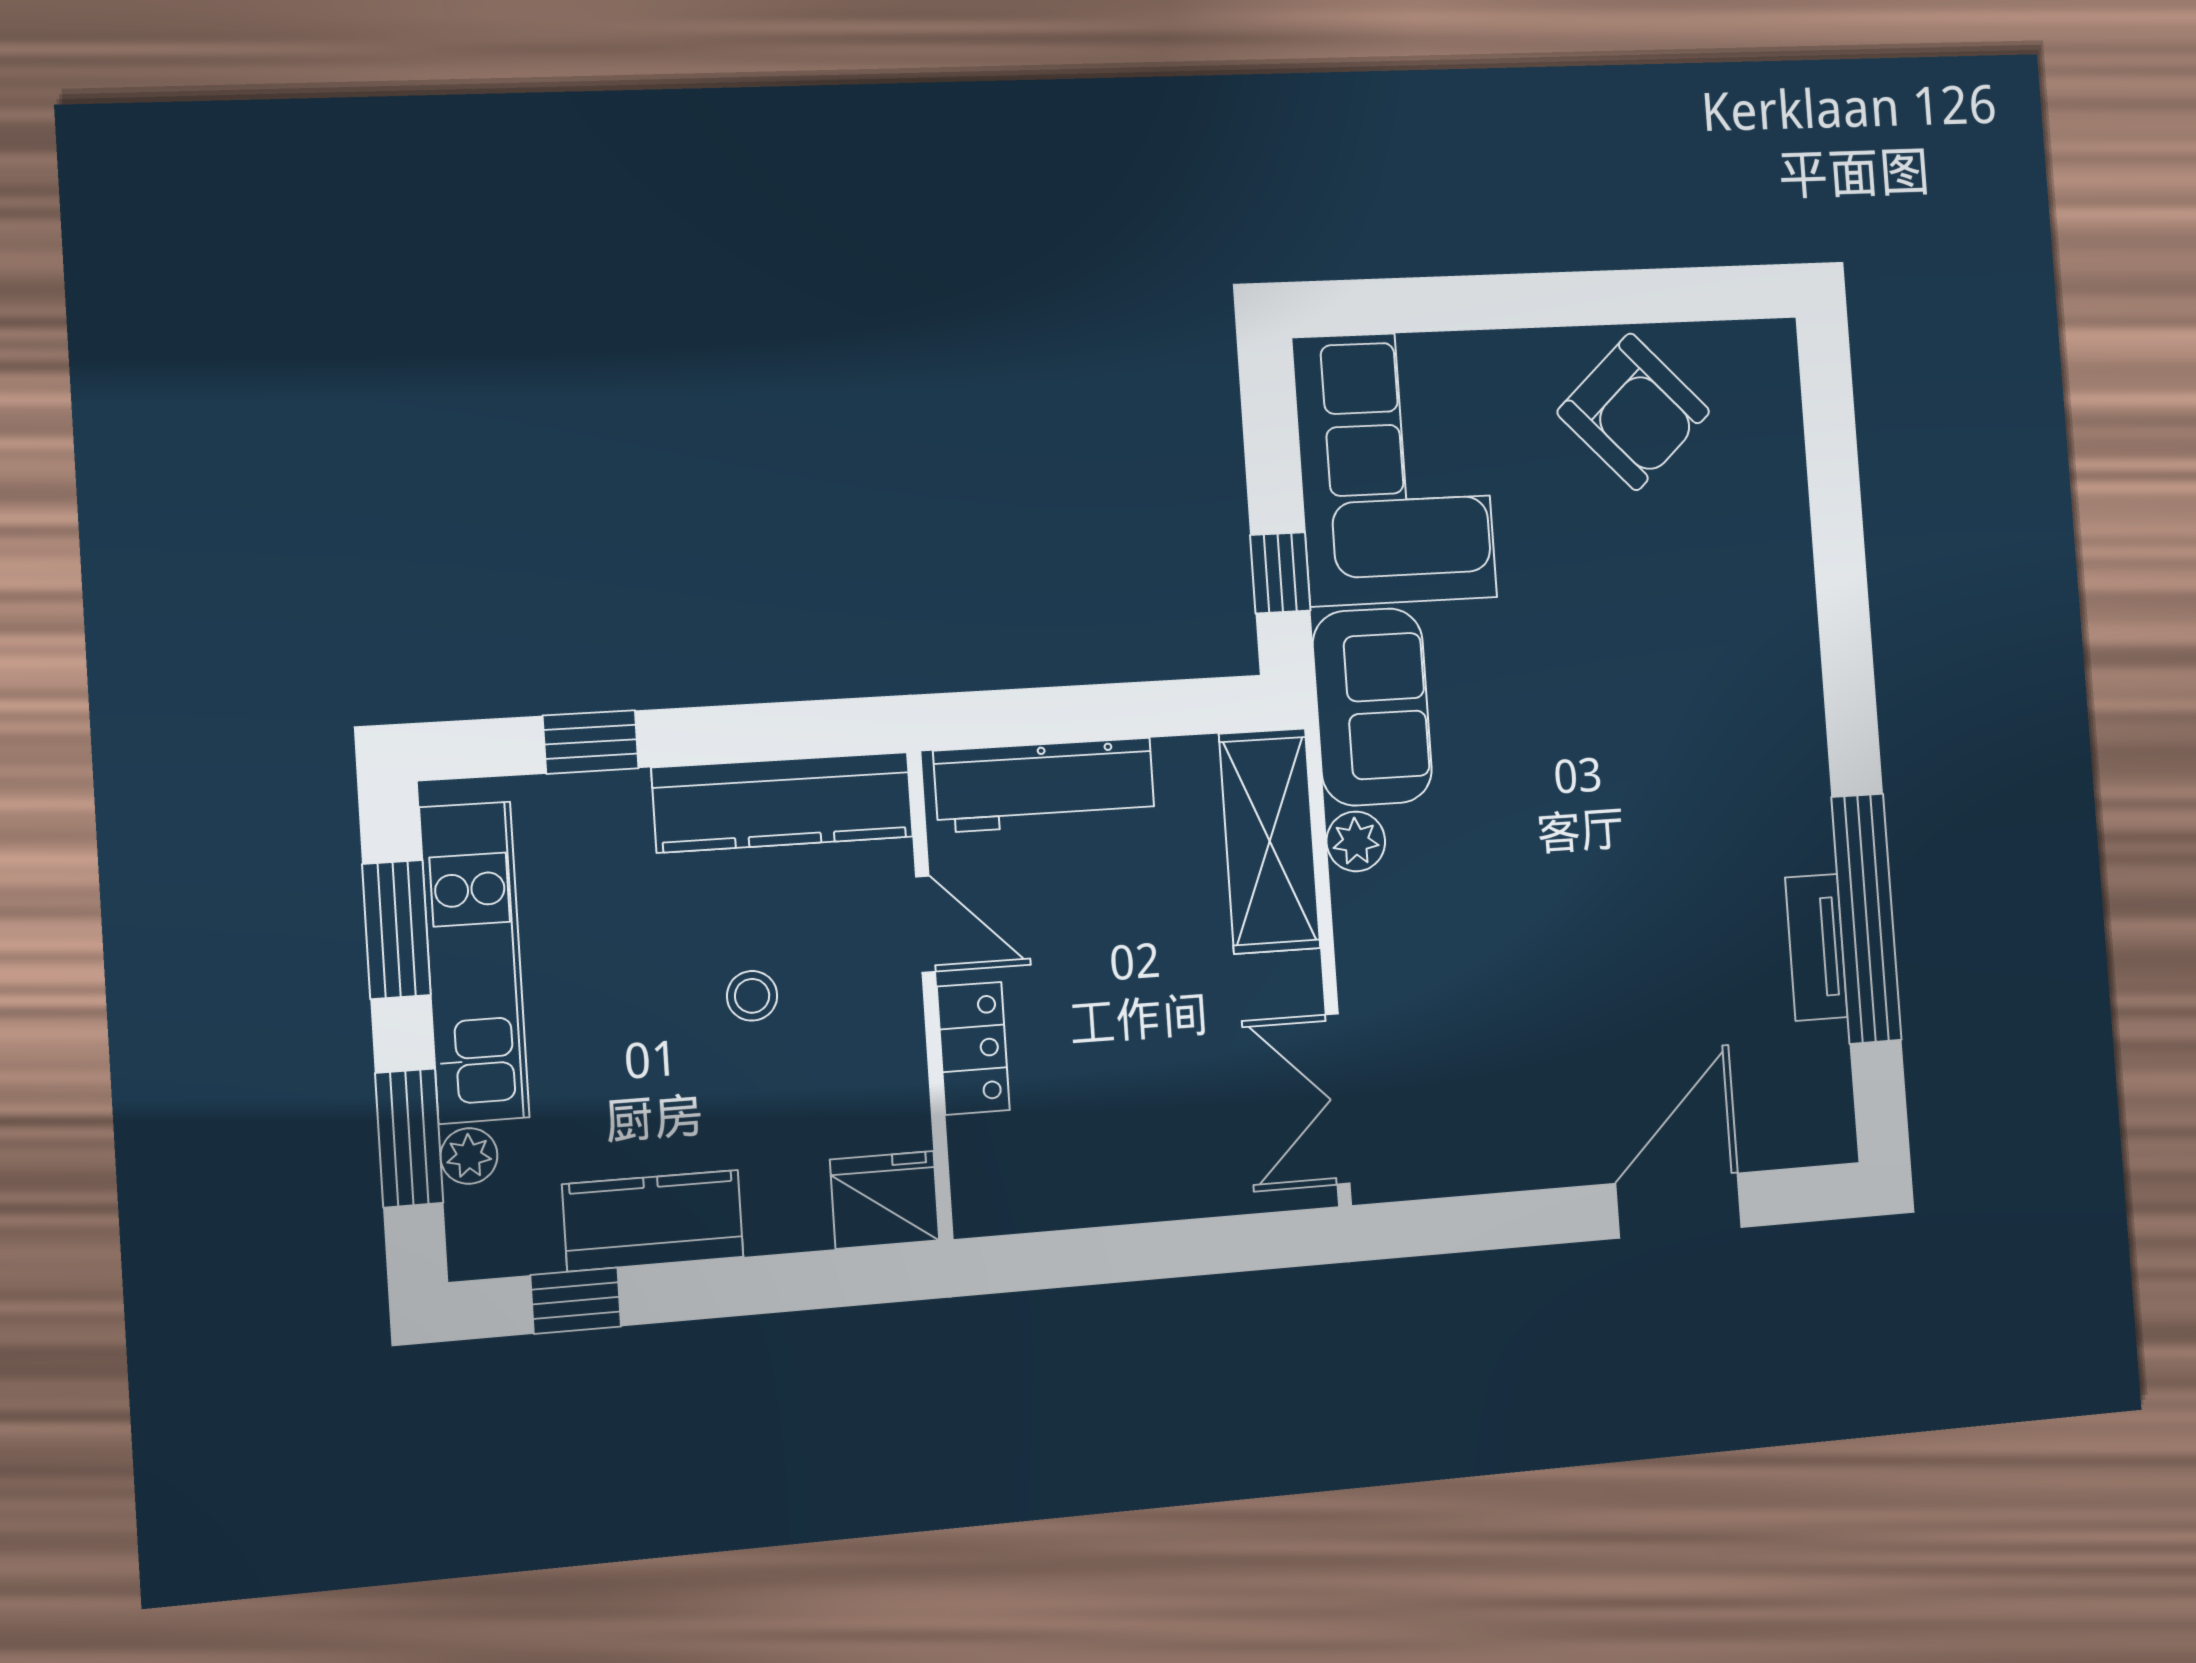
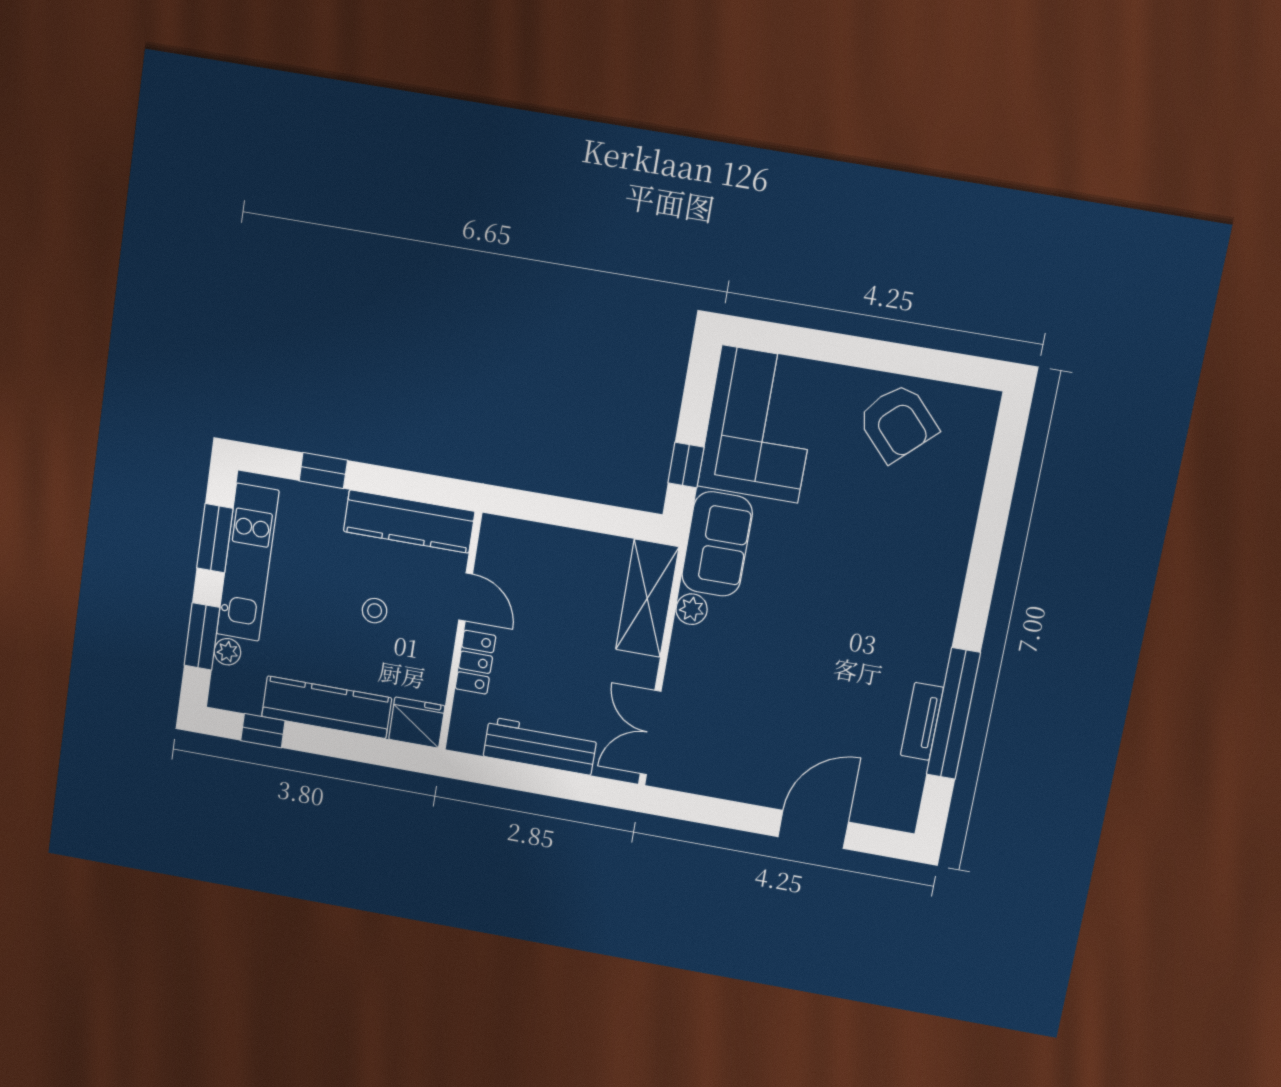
workbench: (1044, 785) -> (540, 746), moved, turned 180
kitchen counter: (653, 1221) -> (327, 707), width x1.50

